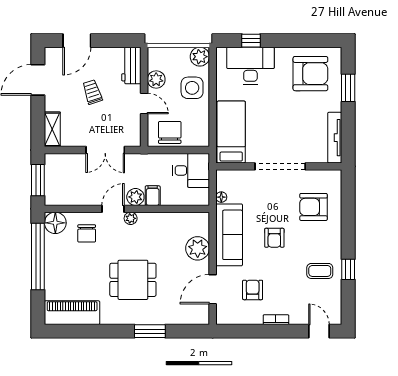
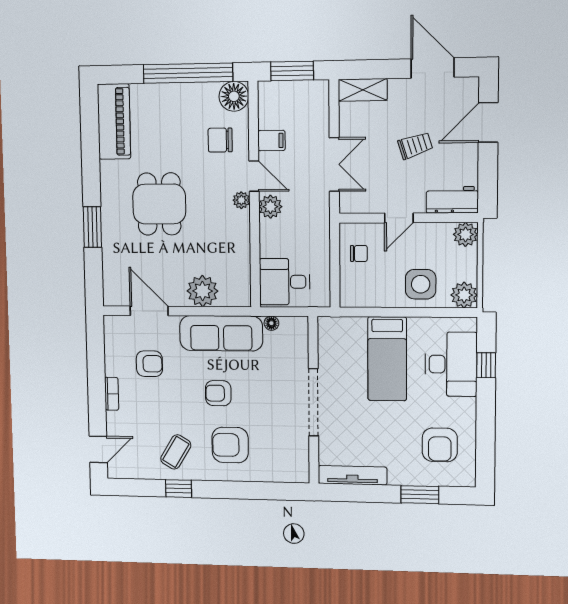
door: (77, 41) -> (488, 122), hinge flipped
armchair: (310, 74) -> (440, 445), width x0.73, depth x0.73
plant: (156, 79) -> (465, 234), moved
chair: (170, 132) -> (359, 253), width x0.54, depth x0.54
bed: (231, 132) -> (387, 359), moved, turned 90
double door: (105, 150) -> (334, 164), swing flipped
desk: (191, 170) -> (285, 282), moved, turned 90
filing cabinet: (153, 196) -> (272, 141), moved
armchair: (313, 207) -> (230, 445), moved, turned -90
coffee table: (320, 271) -> (176, 452), turned 31

